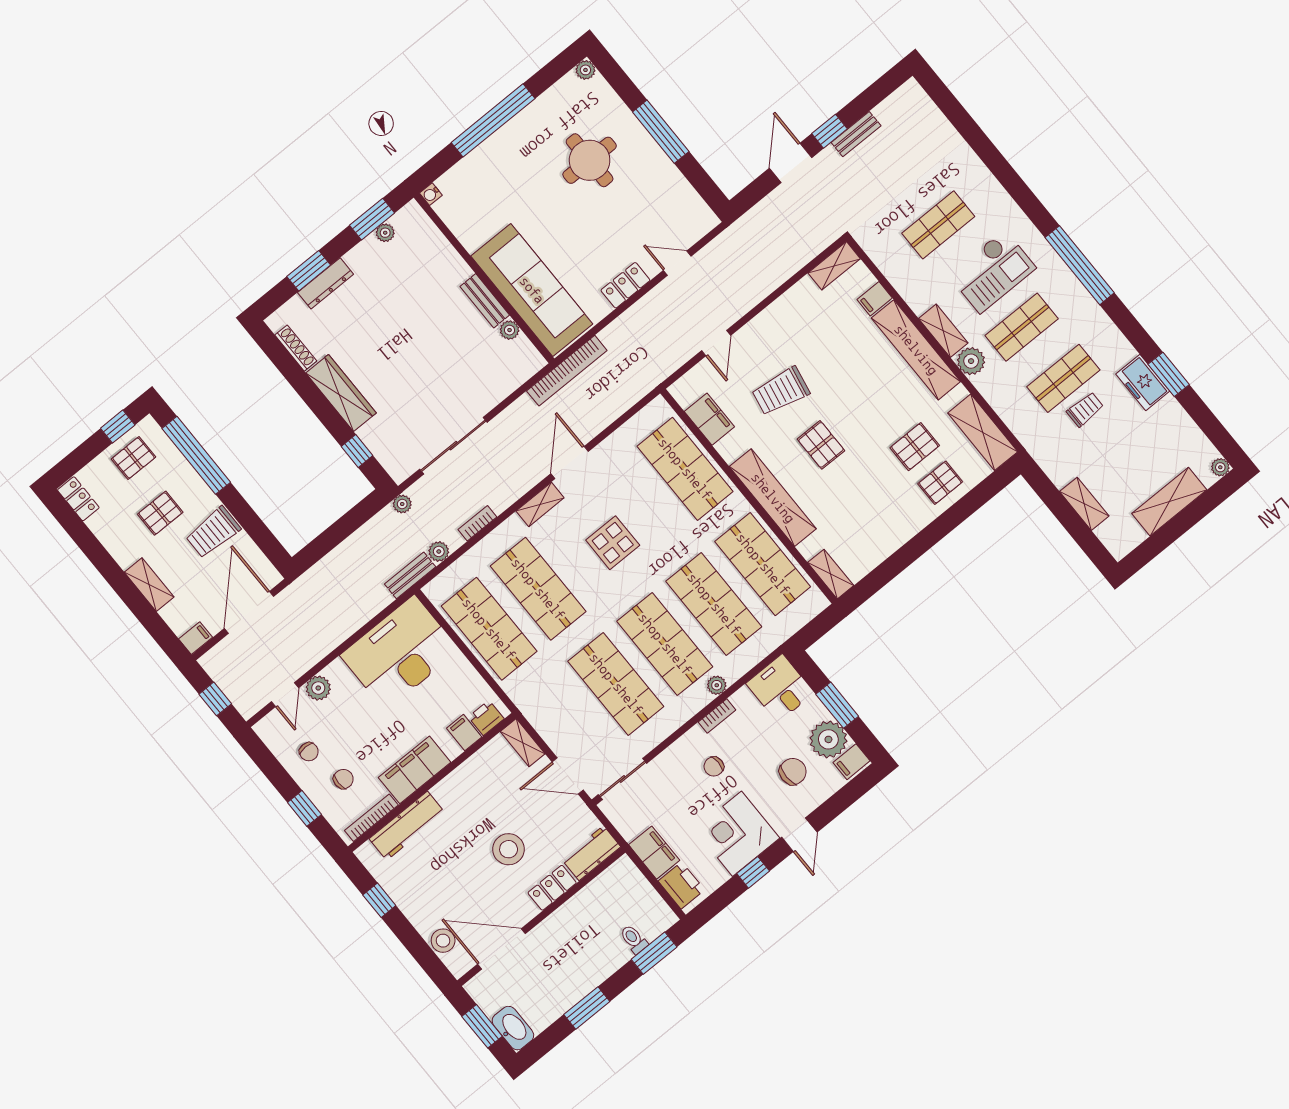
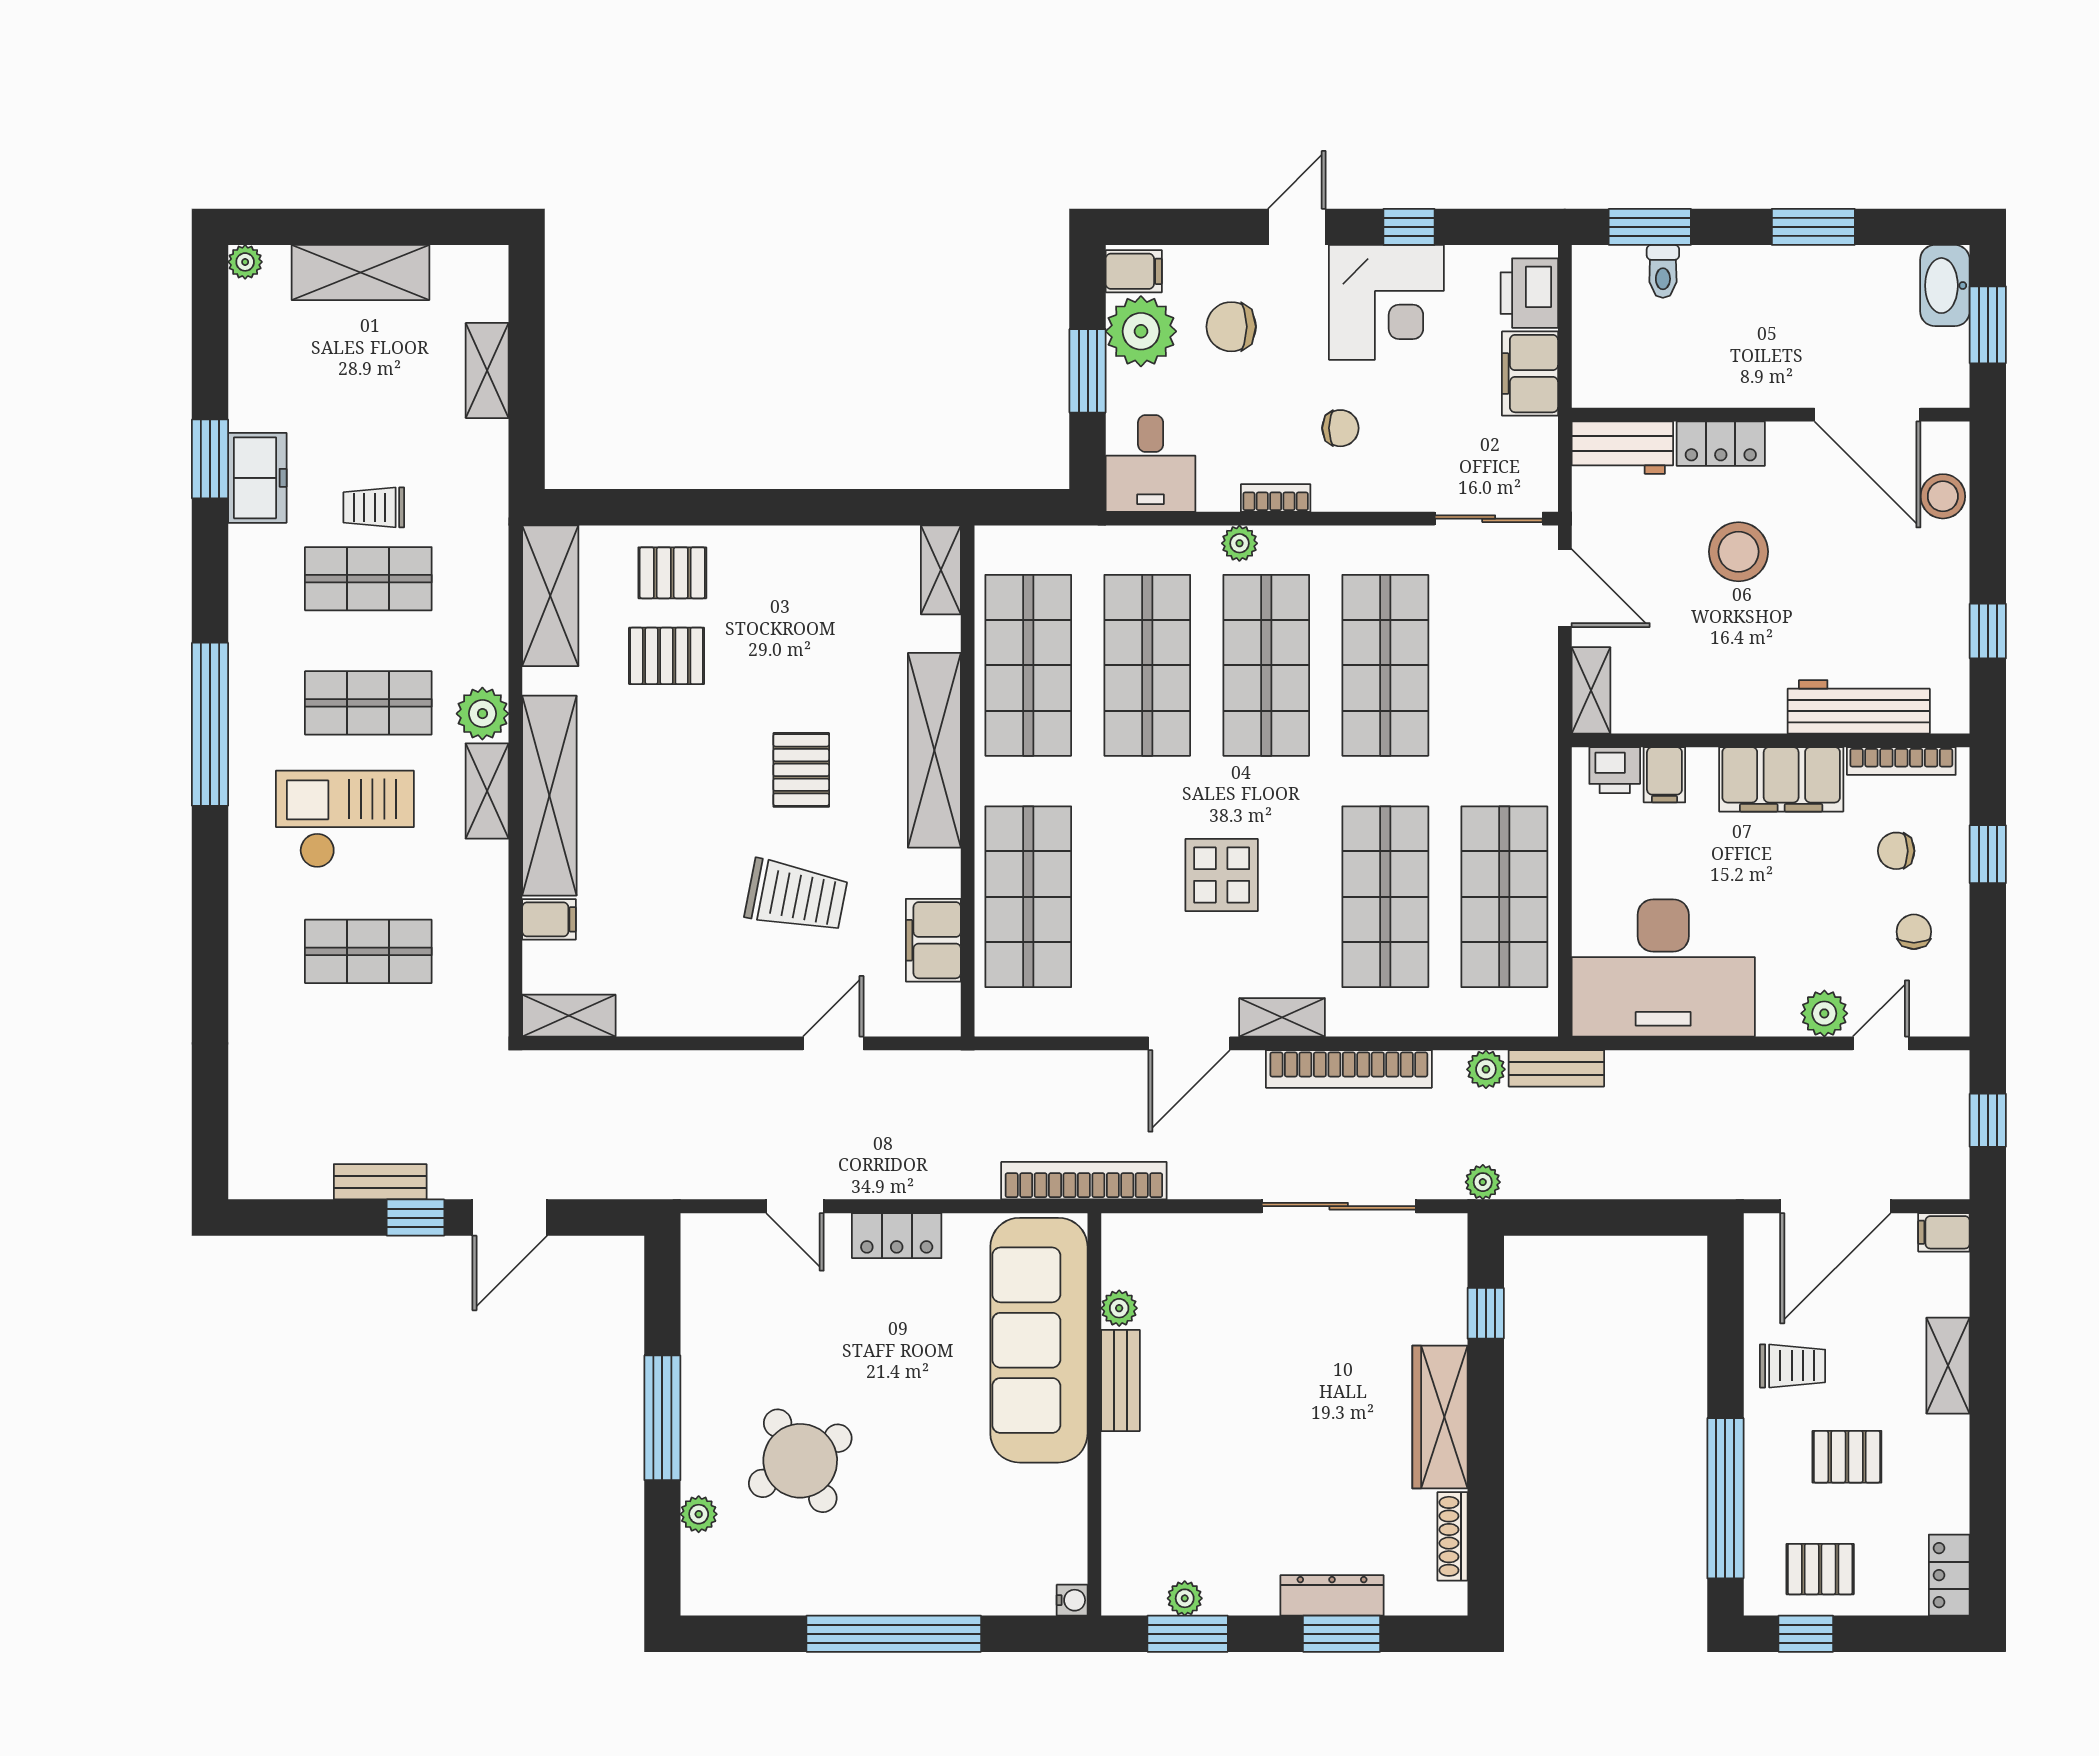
plant: (585, 70) -> (699, 1514), moved
round table: (590, 160) -> (800, 1461), turned -31
bookcase: (477, 523) -> (1349, 1069), width x2.31, depth x1.31
trolley: (213, 532) -> (1793, 1366), width x0.73, depth x0.72

